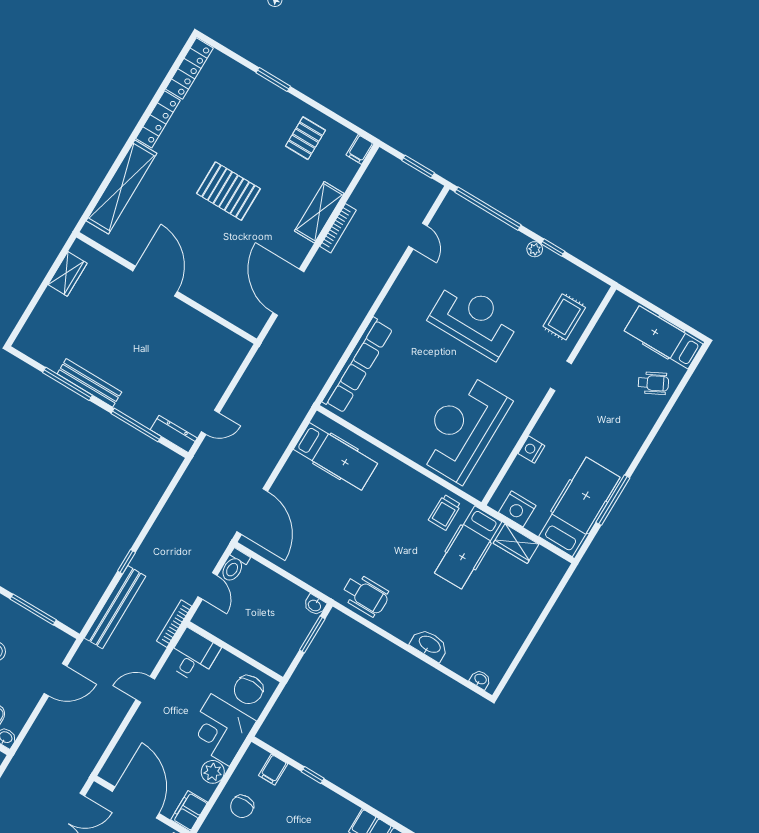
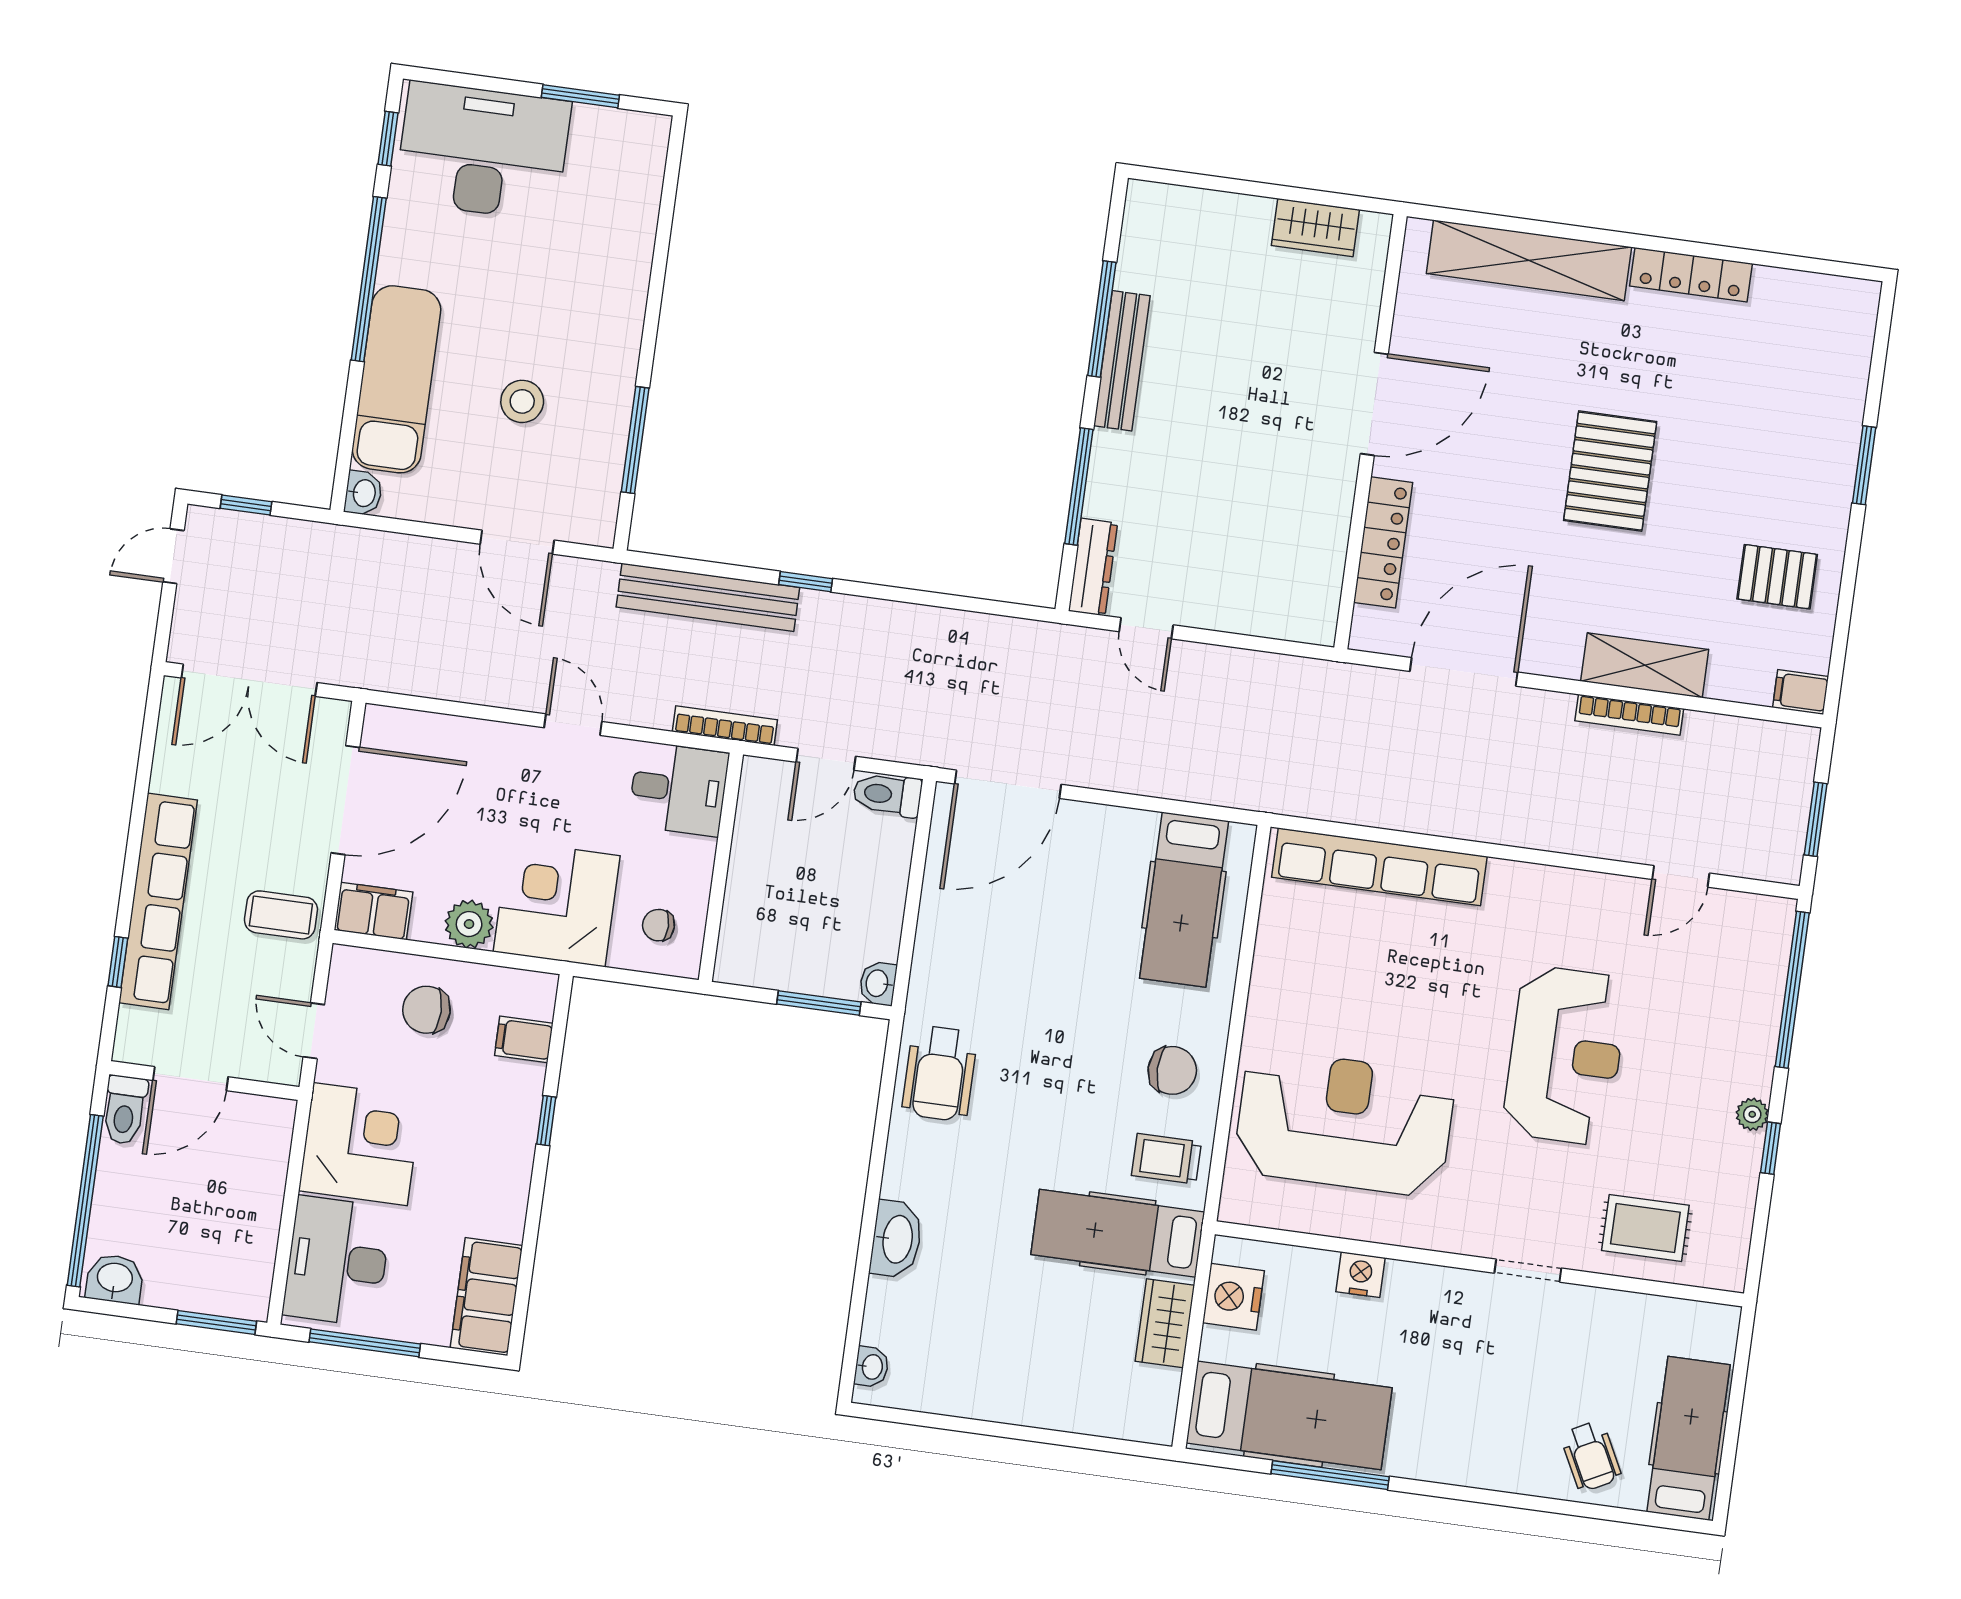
locker: (189, 69) -> (1383, 542), moved, turned -90
chair: (407, 493) -> (1172, 1070), added
chair: (249, 690) -> (659, 925), width x0.54, depth x0.54

